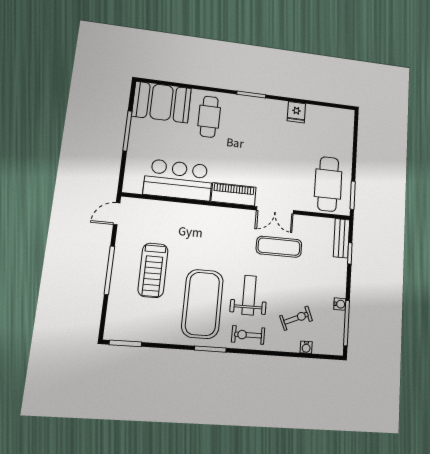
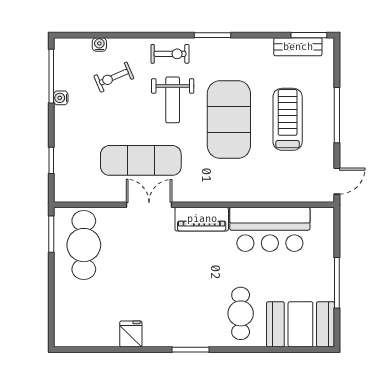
bench: (341, 238) -> (298, 47), moved, turned 90
exercise mat: (279, 247) -> (141, 160), width x1.36, depth x1.45
exercise mat: (202, 304) -> (229, 120), moved

